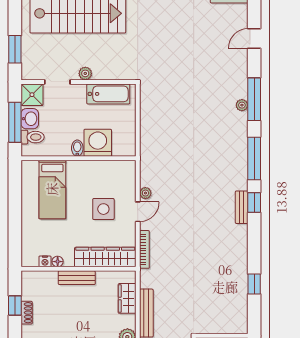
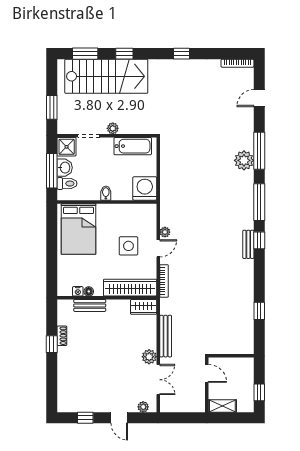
plant: (242, 105) -> (244, 160), width x1.88, depth x1.88
washing machine: (98, 143) -> (145, 188), moved
bed: (52, 189) -> (79, 229), width x1.50
bench: (77, 278) -> (90, 305), moved
wardrobe: (127, 298) -> (144, 307), moved, turned -90
window: (15, 305) -> (52, 344), moved

